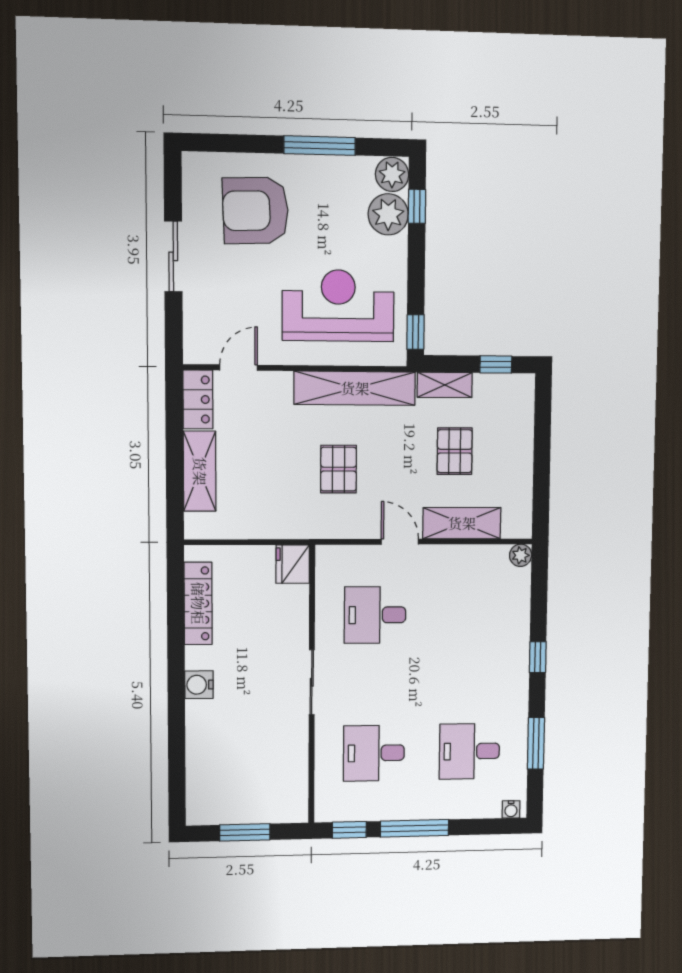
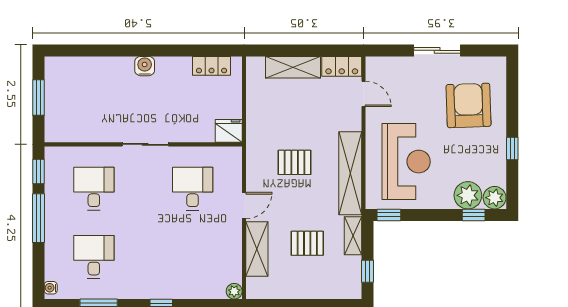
window: (320, 146) -> (512, 148), width x0.46
locker: (198, 603) -> (212, 66), width x0.66

